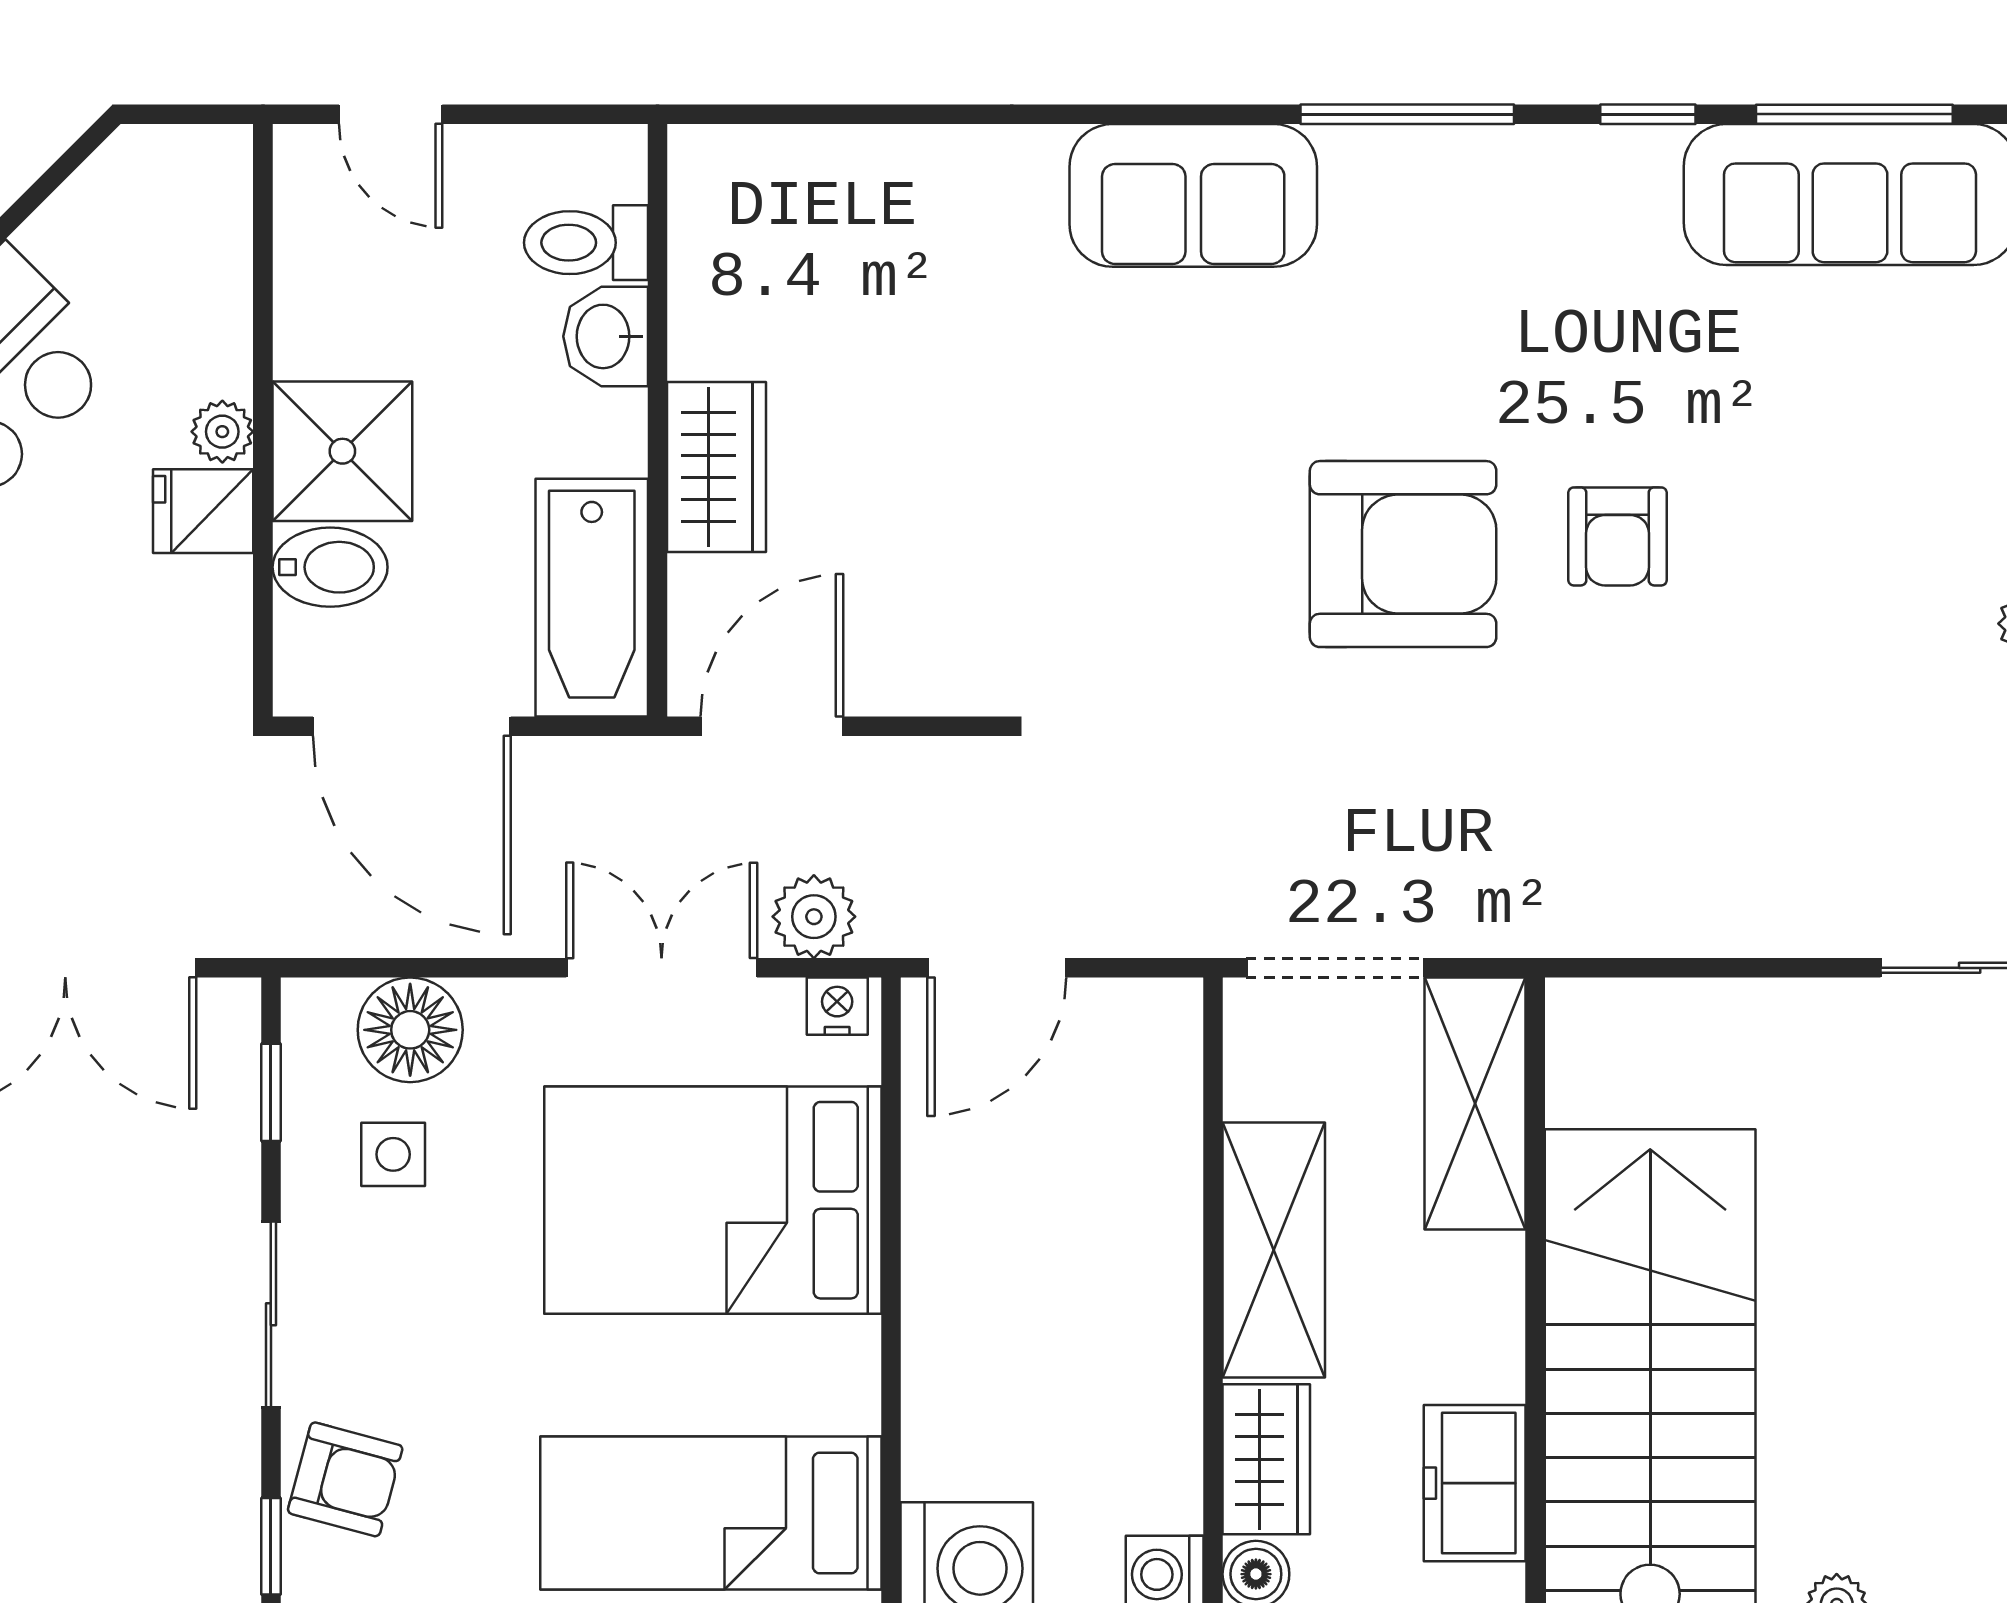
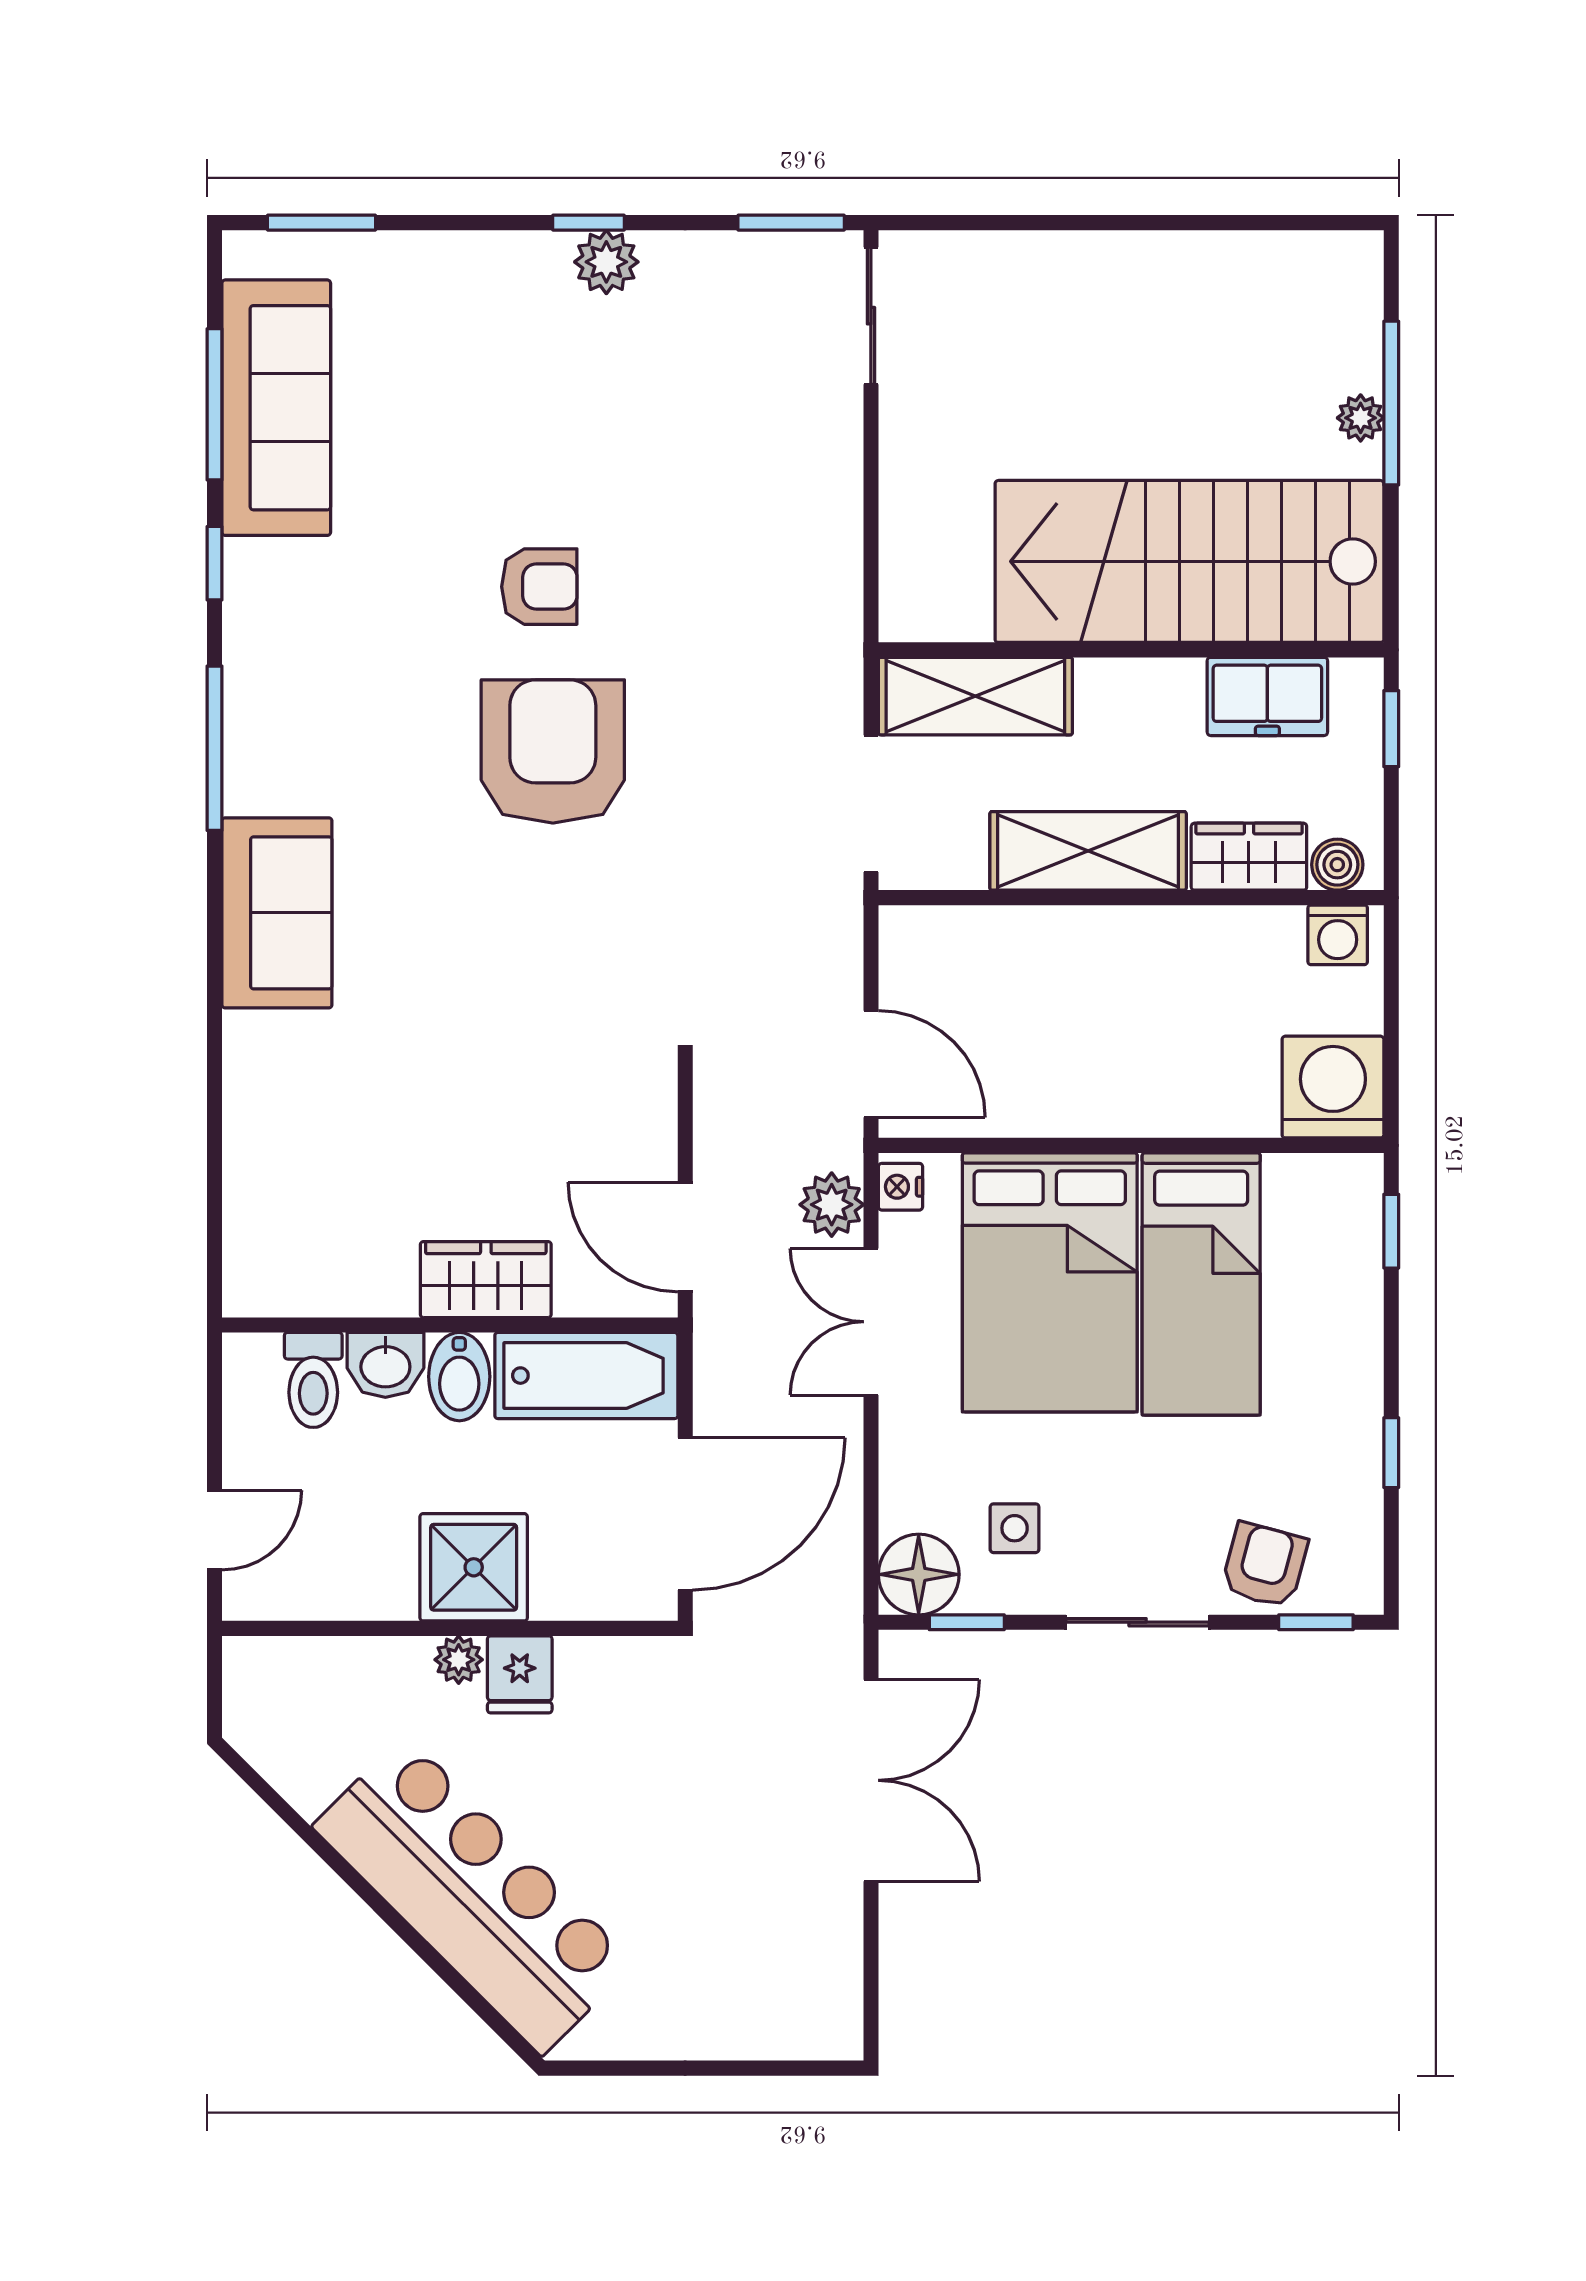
bidet: (330, 567) -> (459, 1377), moved, turned 180
floor lamp: (410, 1030) -> (919, 1574), moved
bed: (711, 1513) -> (1201, 1284), moved

